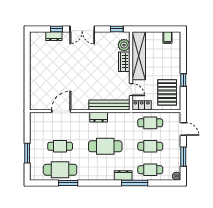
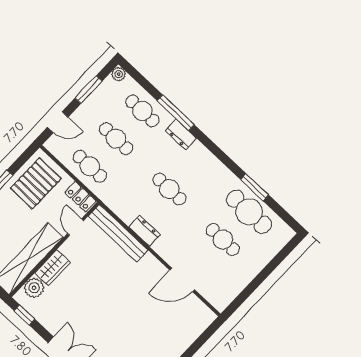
door: (183, 129) -> (58, 122), swing flipped
cafe table: (105, 146) -> (169, 189), width x0.73, depth x0.74
window: (27, 153) -> (269, 268), removed

